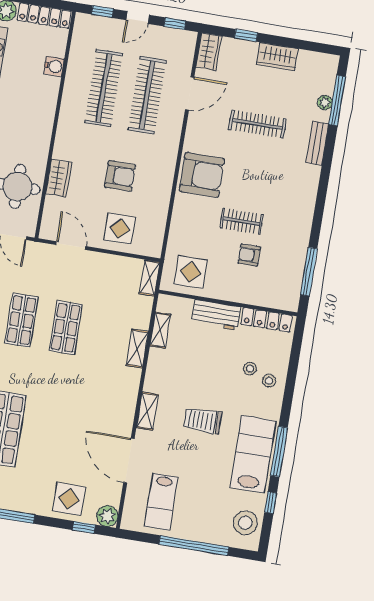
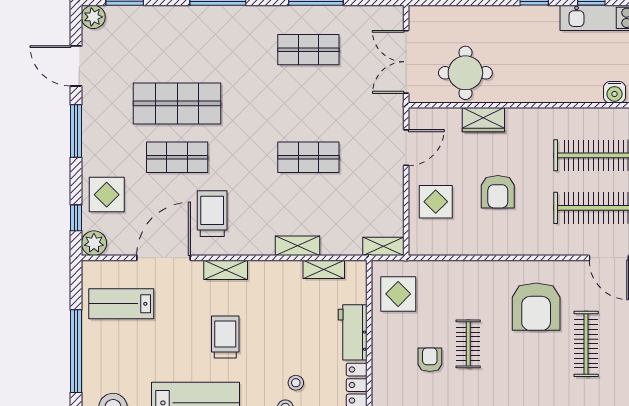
armchair: (202, 175) -> (536, 307), moved
shop shelf: (21, 320) -> (177, 157), moved
trolley: (99, 415) -> (212, 214), added

